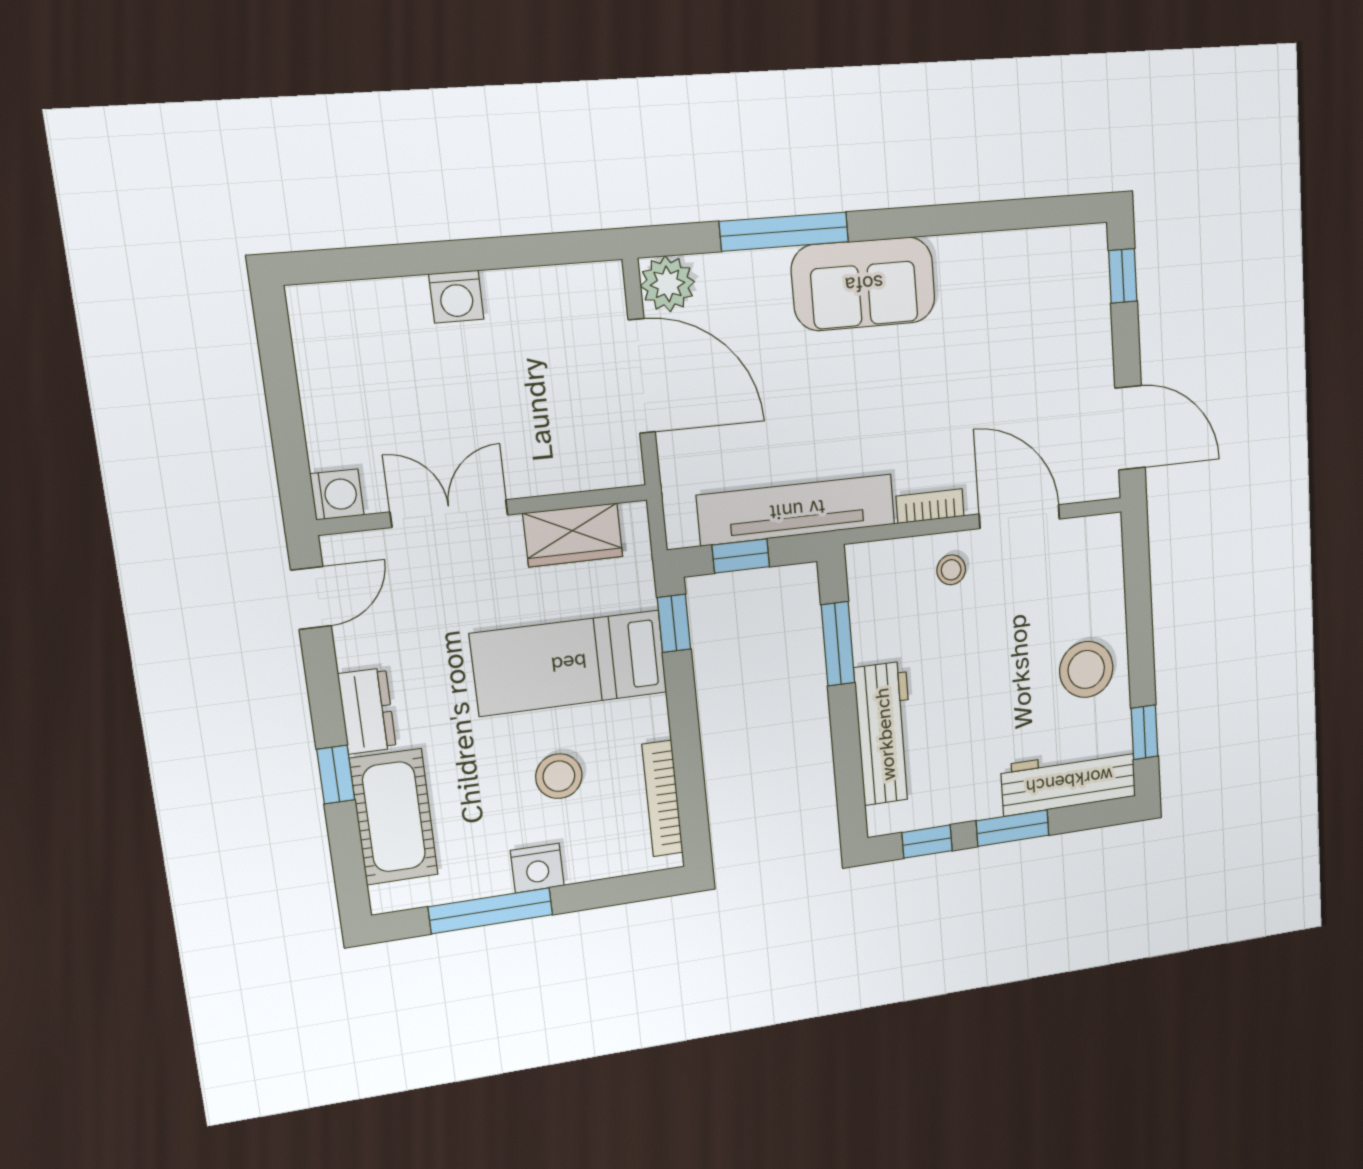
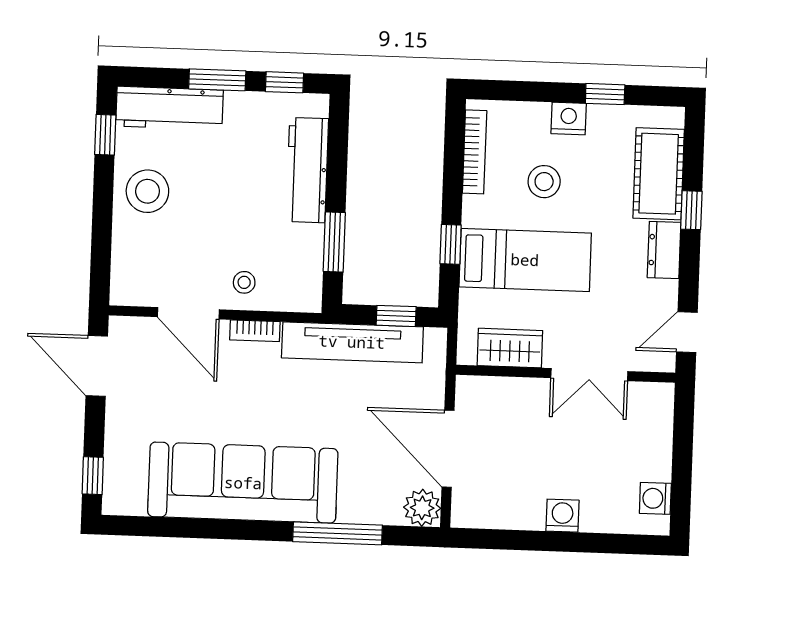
sofa: (864, 284) -> (243, 483), width x1.85, depth x1.27
washing machine: (337, 495) -> (655, 498), moved
window: (674, 623) -> (451, 244), moved
window: (491, 911) -> (605, 94), width x0.46

